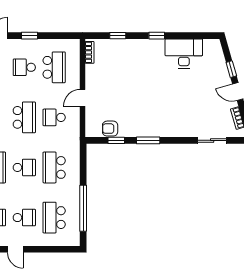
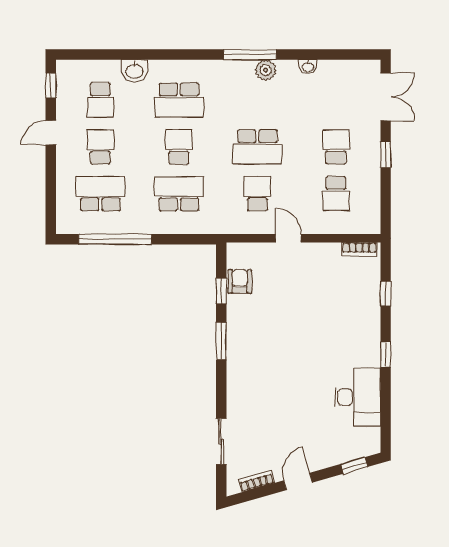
school desk: (54, 67) -> (336, 194), width x0.54
window: (231, 69) -> (354, 465), moved
school desk: (24, 167) -> (179, 147), turned 180
school desk: (24, 218) -> (100, 147), turned 180

